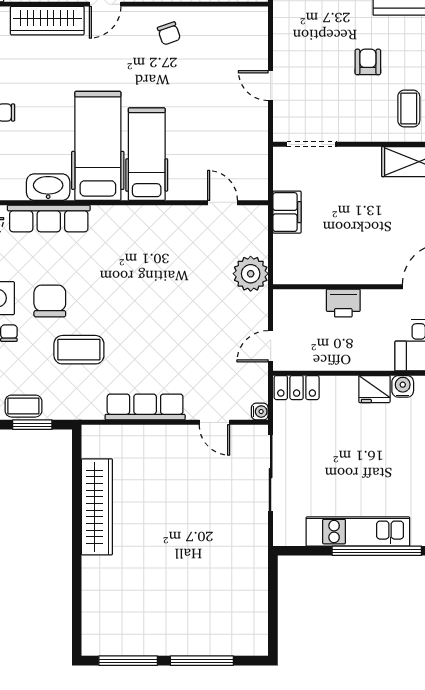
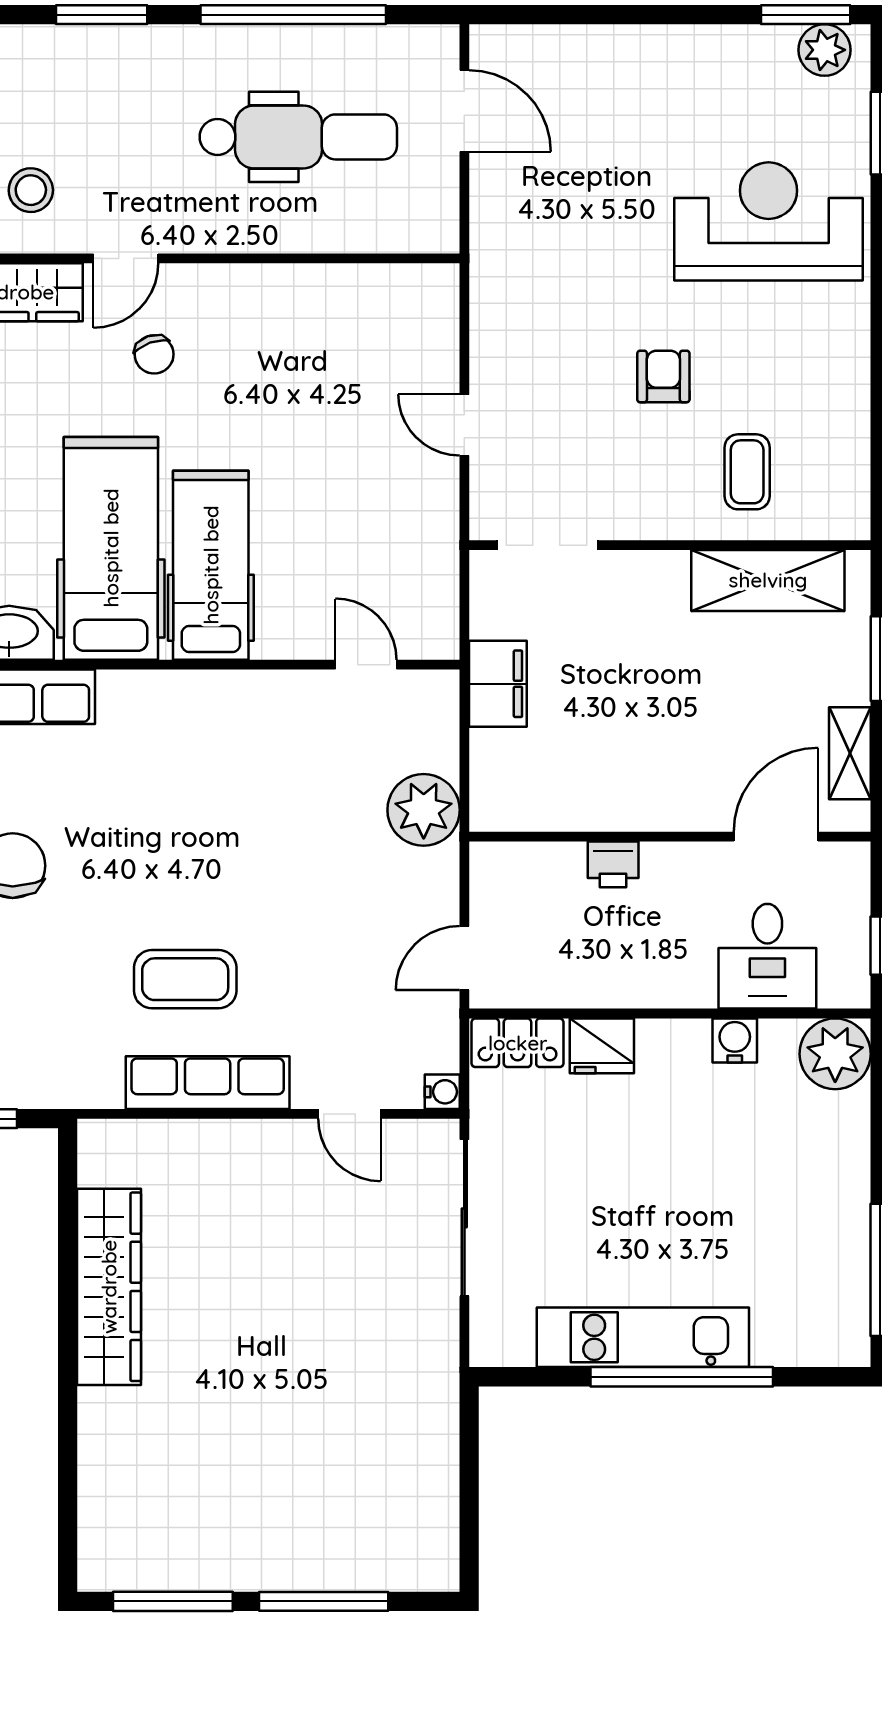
chair: (169, 33) -> (154, 354), moved
printer: (343, 303) -> (613, 864), width x0.73, depth x0.81
coffee table: (79, 350) -> (185, 979), moved
fridge: (374, 389) -> (602, 1046), moved

